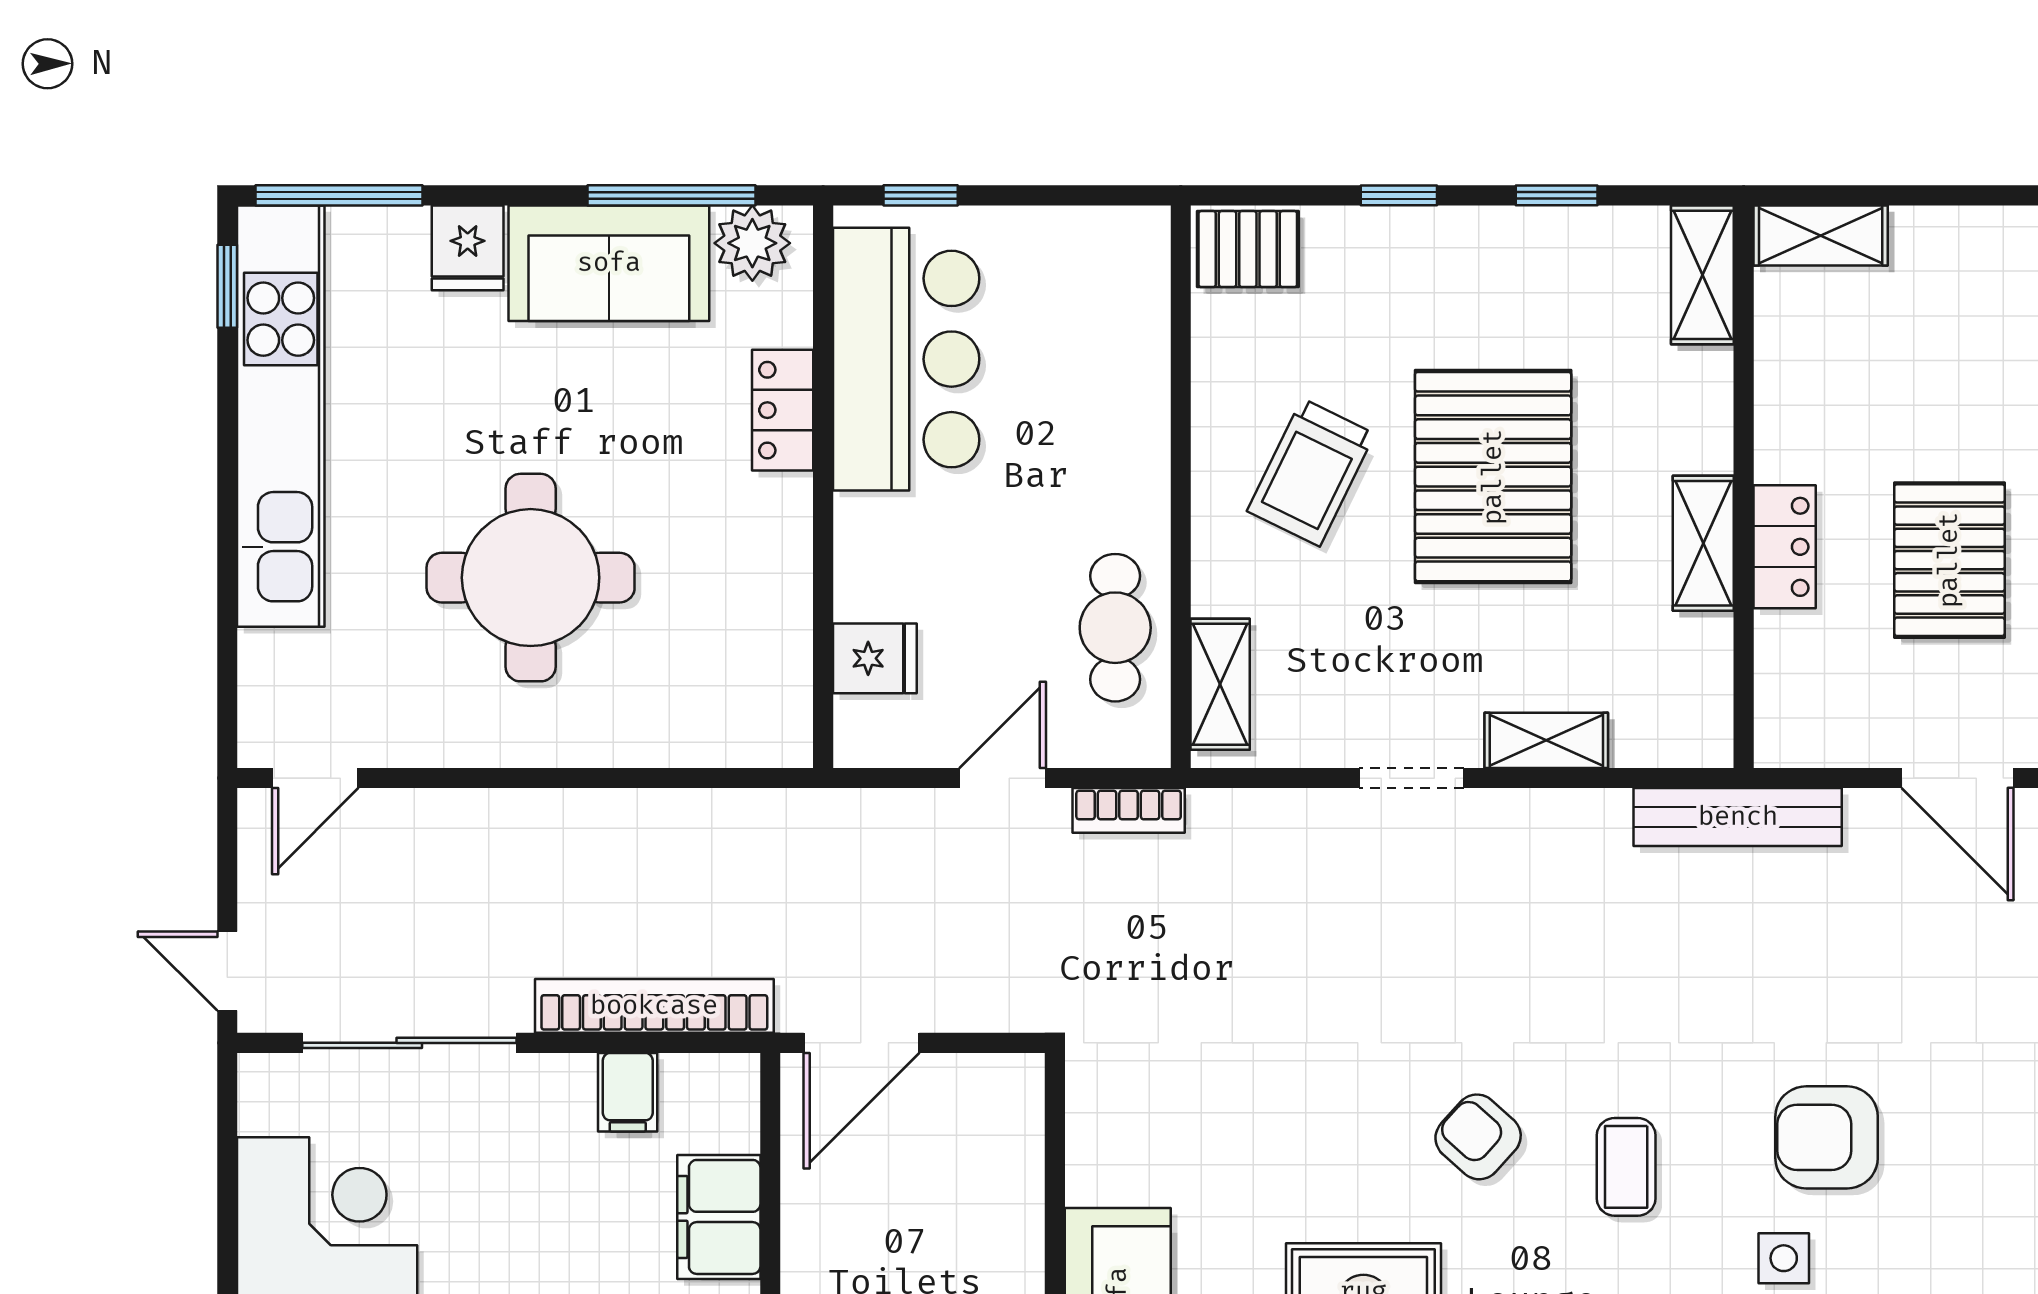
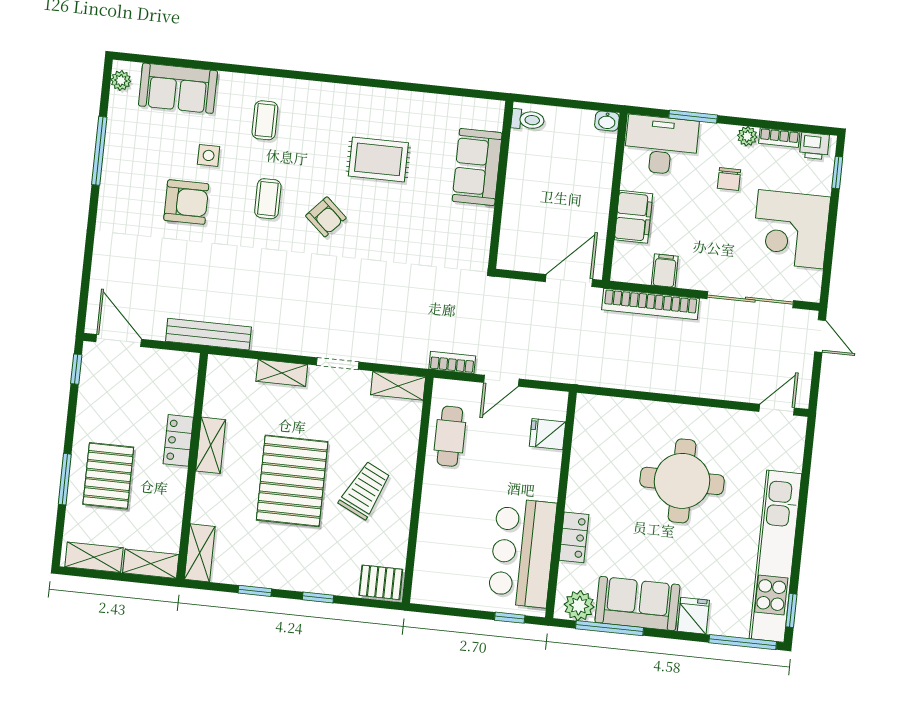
shelving: (1962, 237) -> (94, 557), added
pallet: (1949, 560) -> (108, 476), moved
shelving: (1220, 684) -> (398, 386), moved, turned 90

